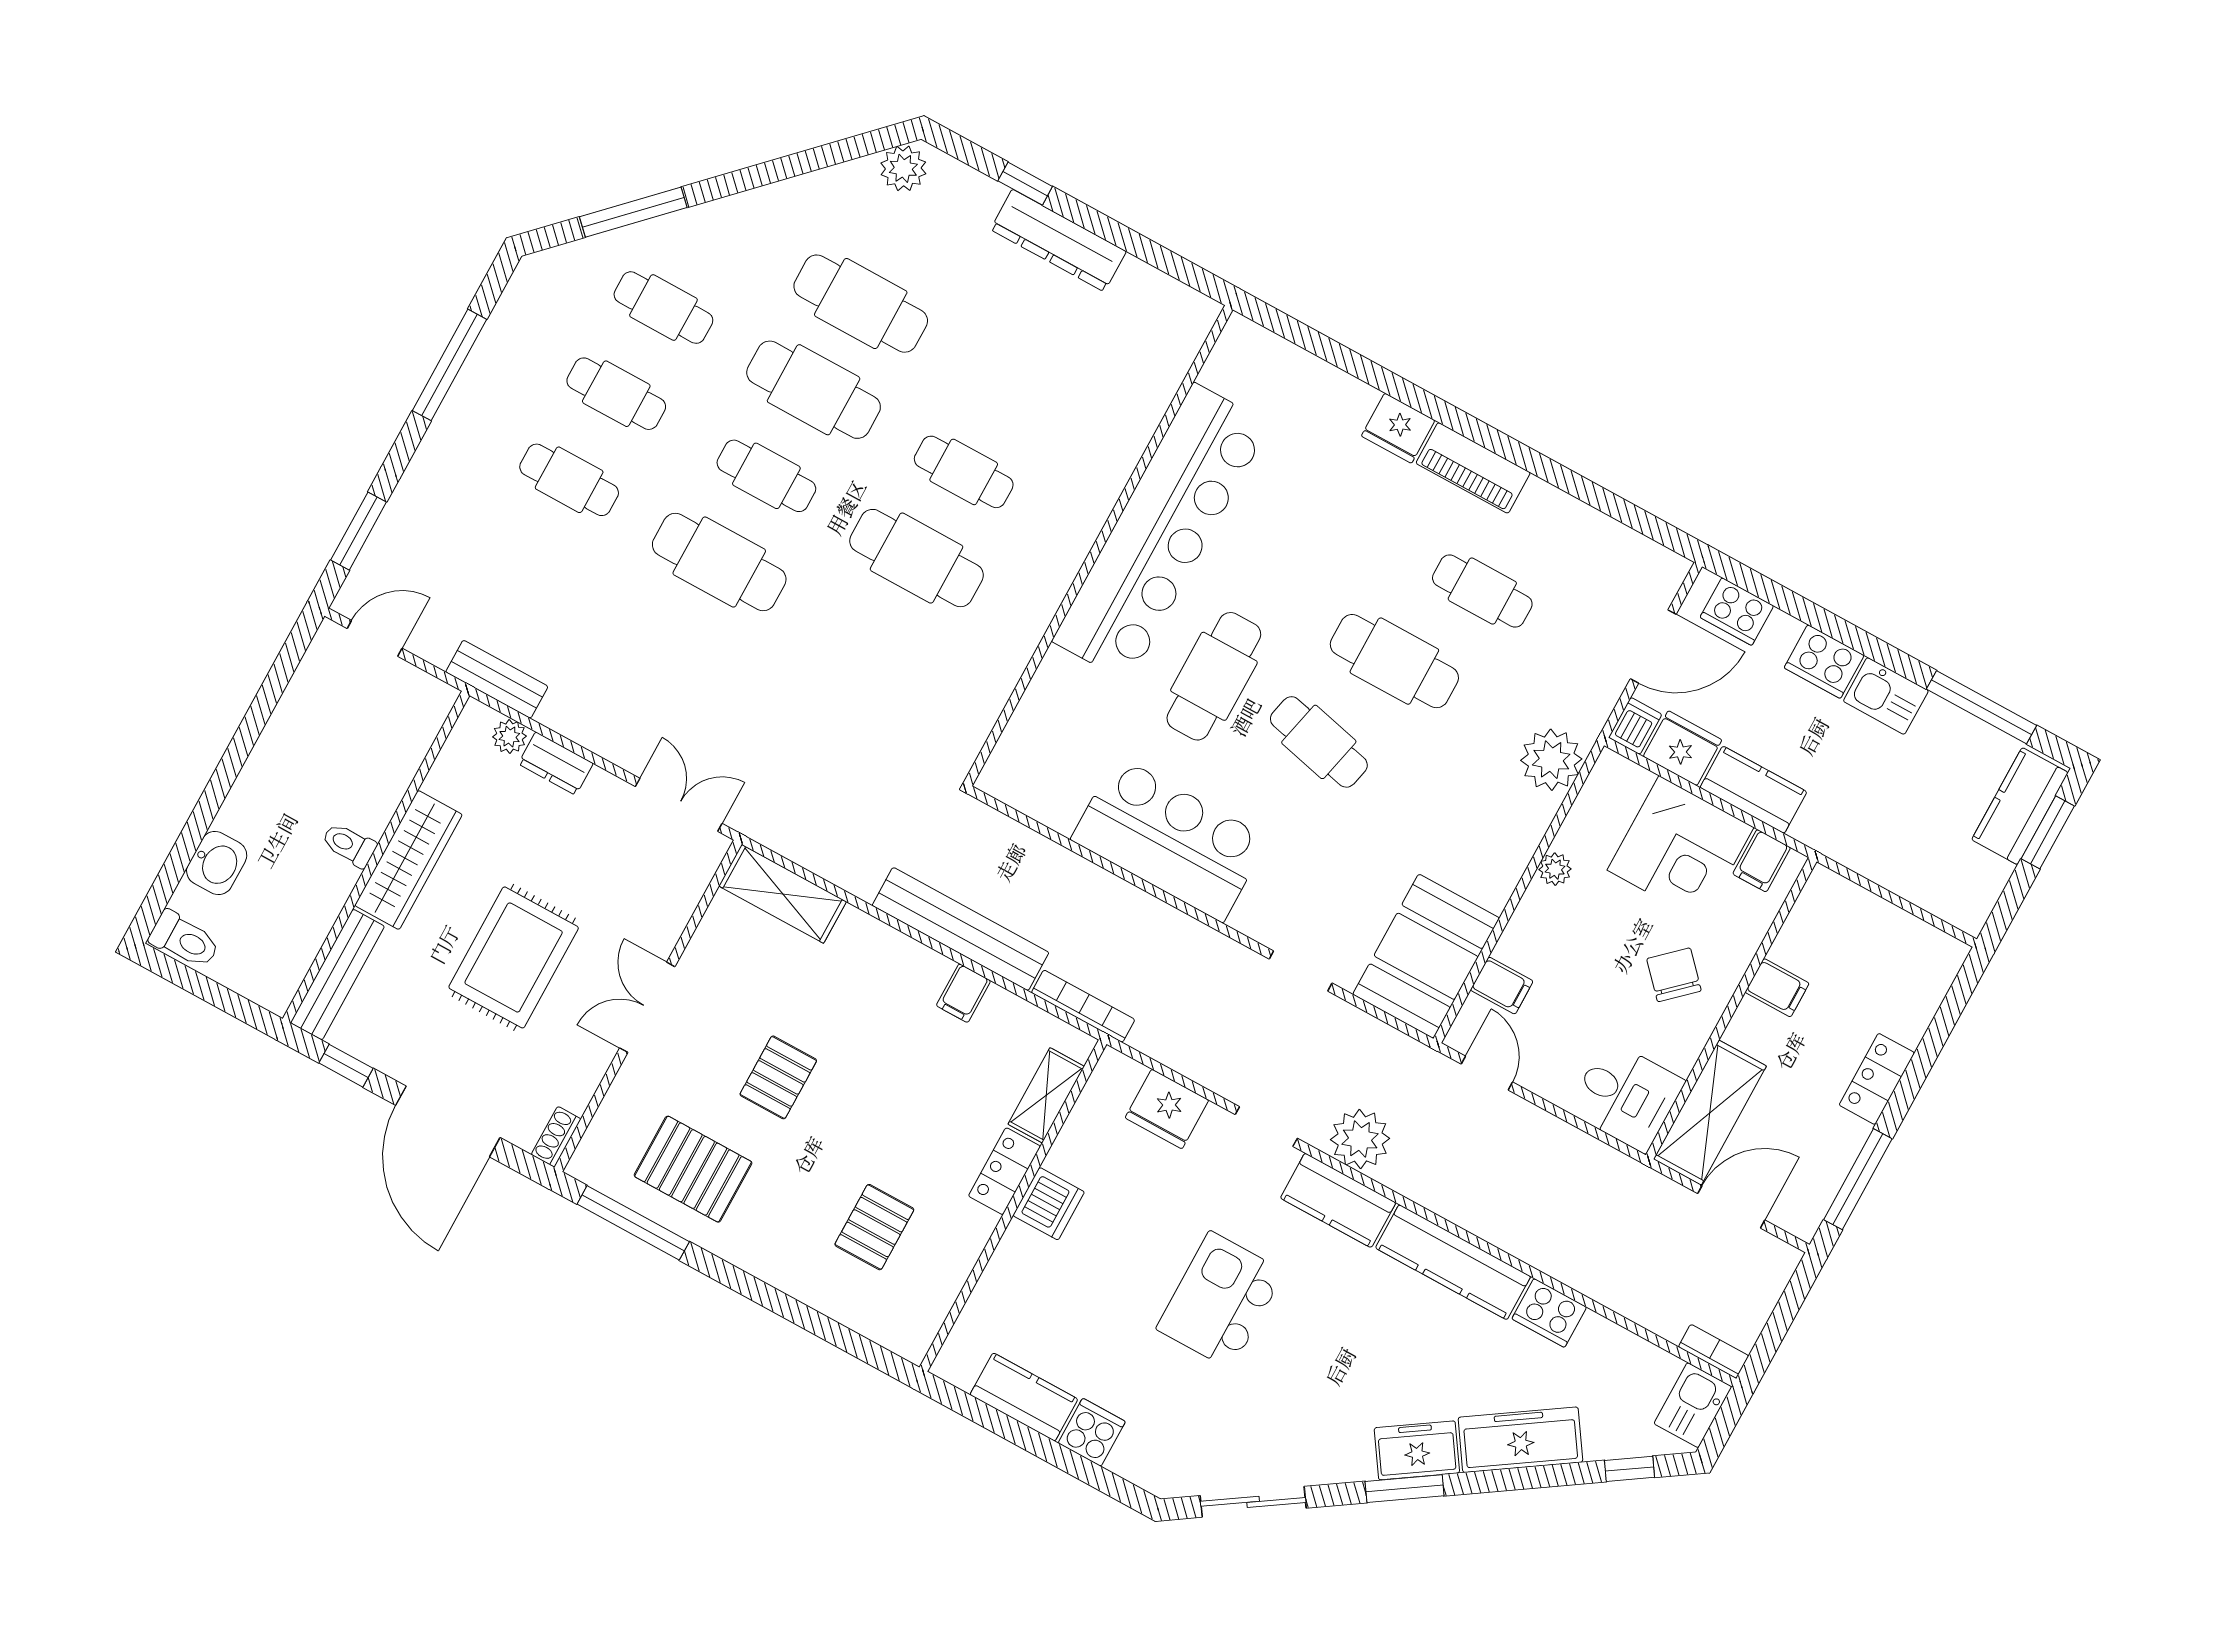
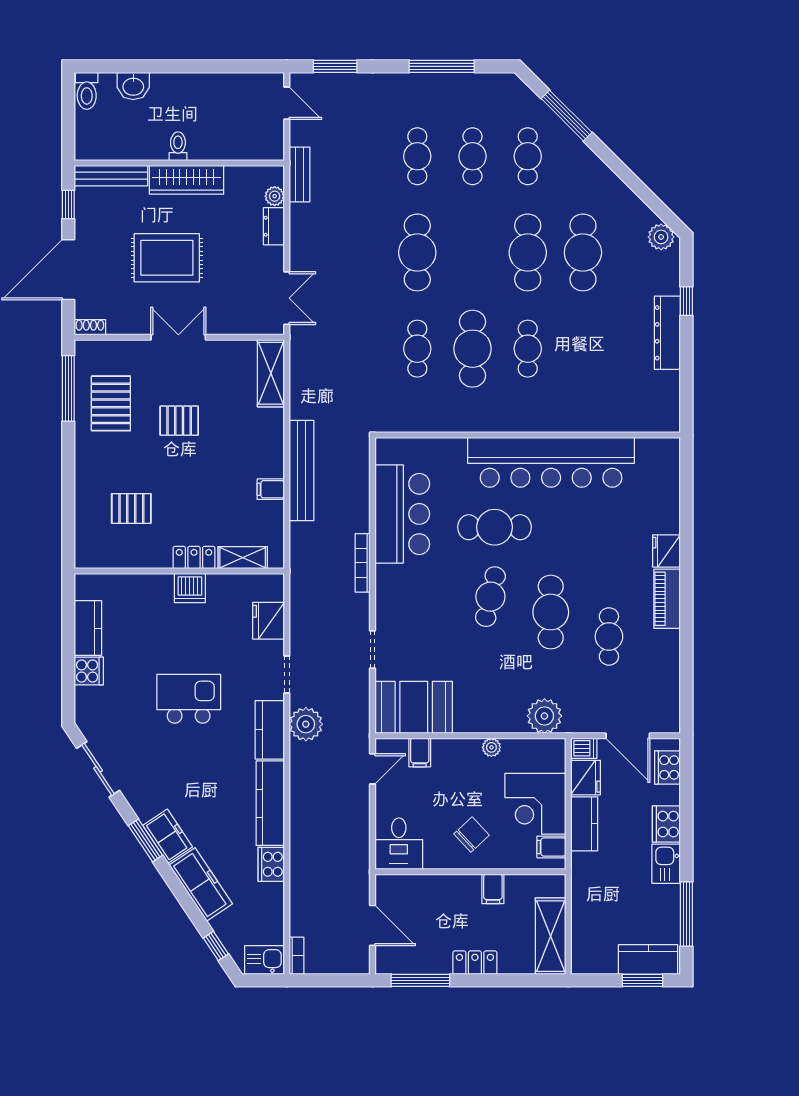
cafe table: (766, 476) -> (417, 349), moved
bar counter: (1170, 839) -> (402, 514), moved
bookcase: (1083, 1006) -> (363, 563), moved, turned 180
shelving: (1710, 1113) -> (551, 936), moved, turned 90

